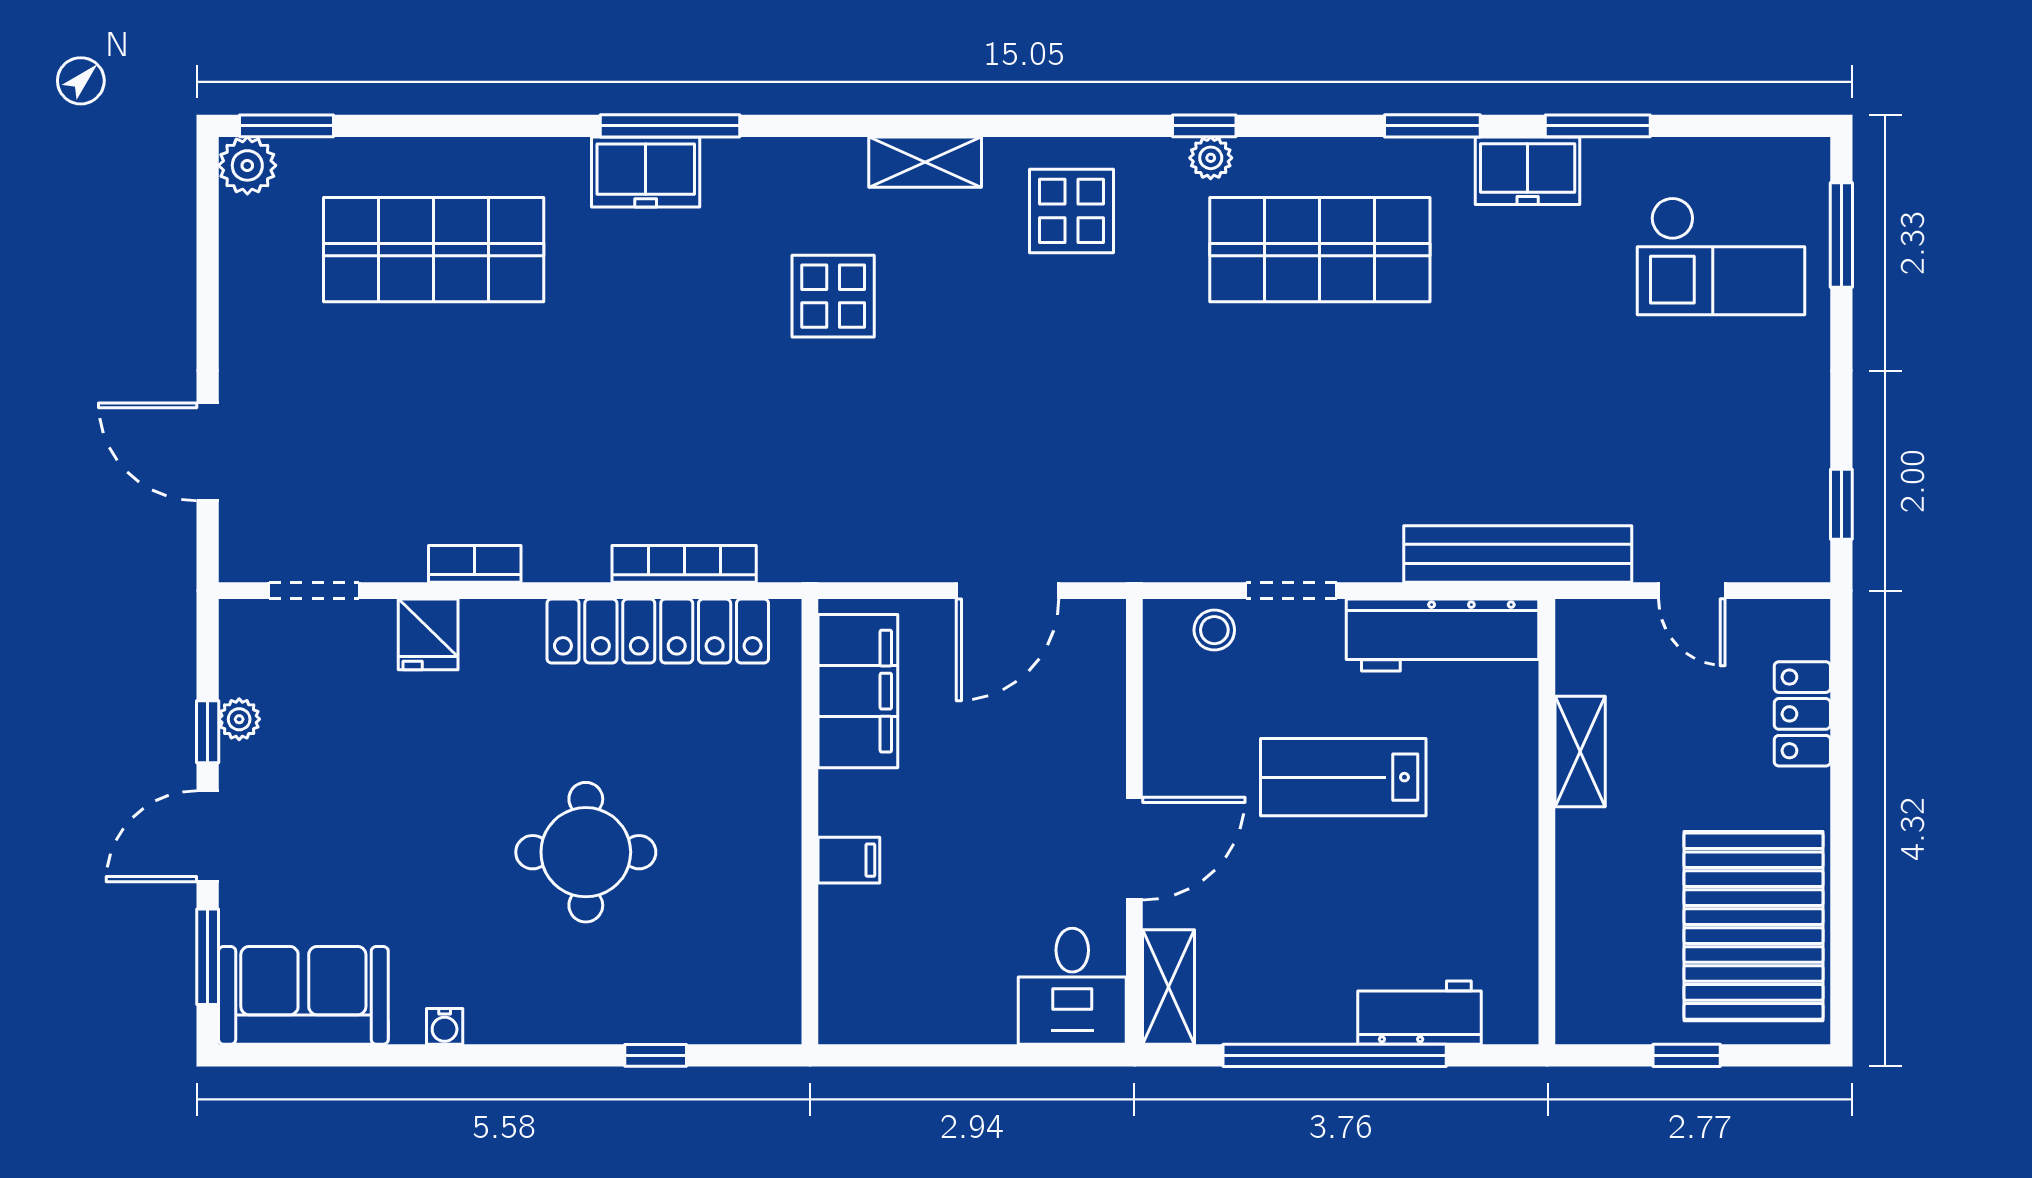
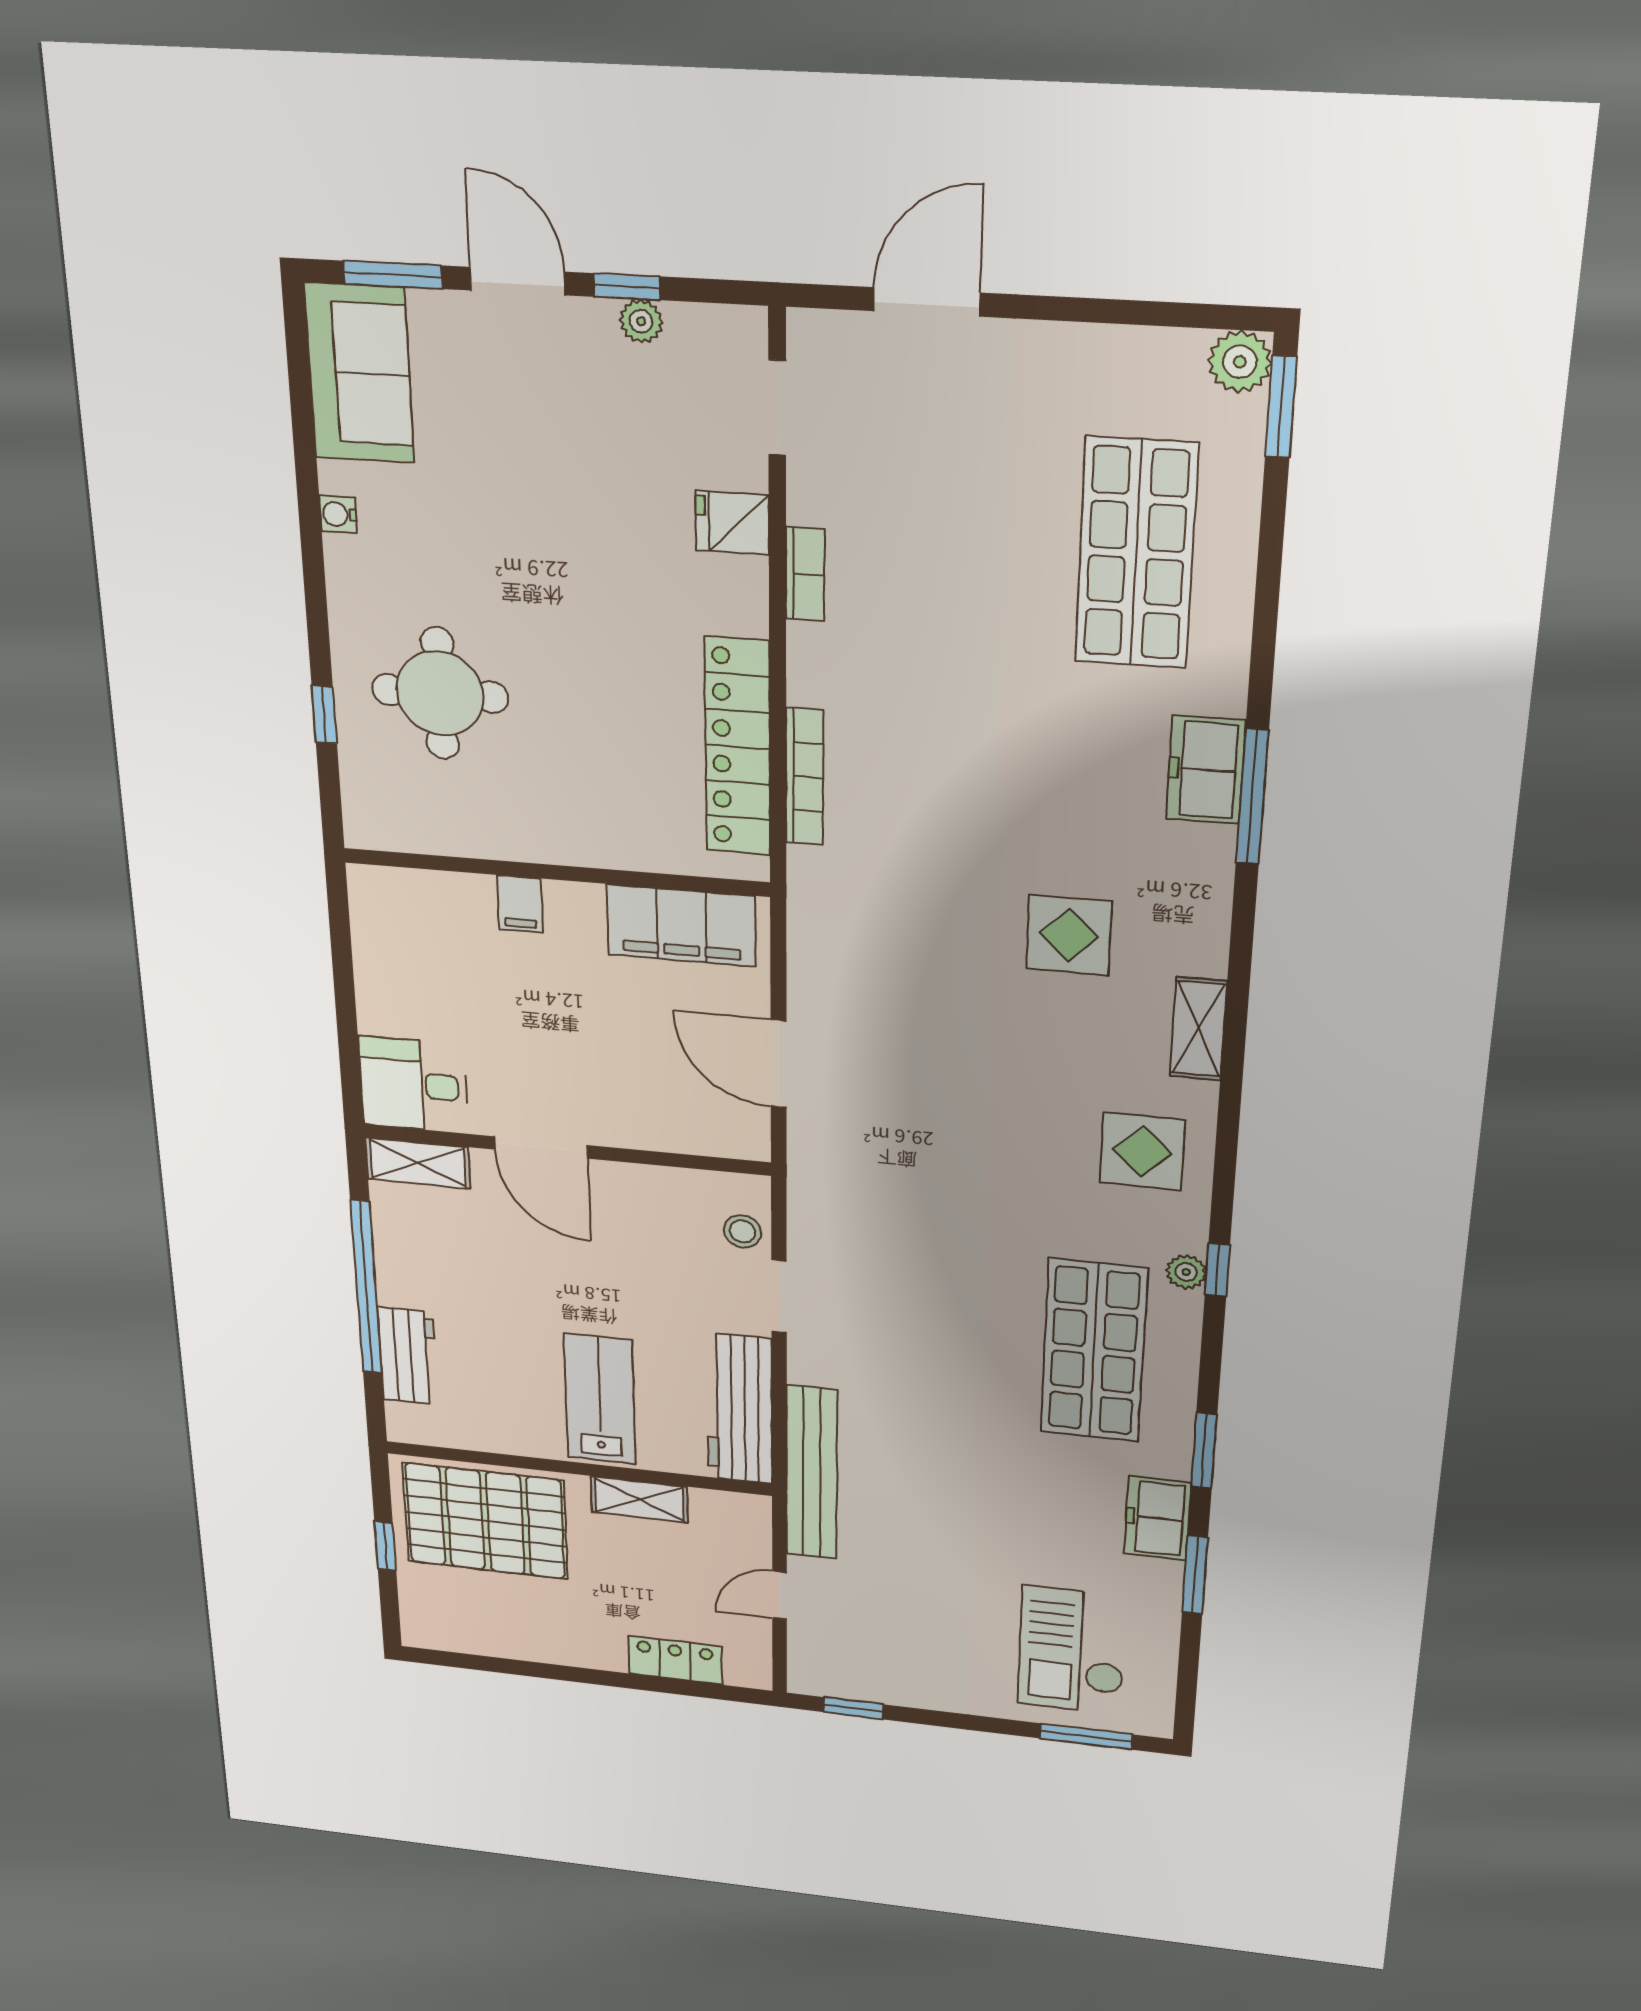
lab bench: (1343, 777) -> (600, 1399), moved
round table: (586, 852) -> (440, 693), moved
pallet: (1754, 926) -> (485, 1521), moved

